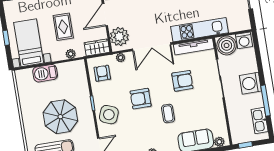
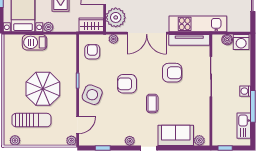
boiler: (227, 45) -> (227, 40), width x0.54, depth x0.54
plant: (71, 54) -> (48, 27), moved
washing machine: (250, 83) -> (245, 91), width x0.53, depth x0.53

